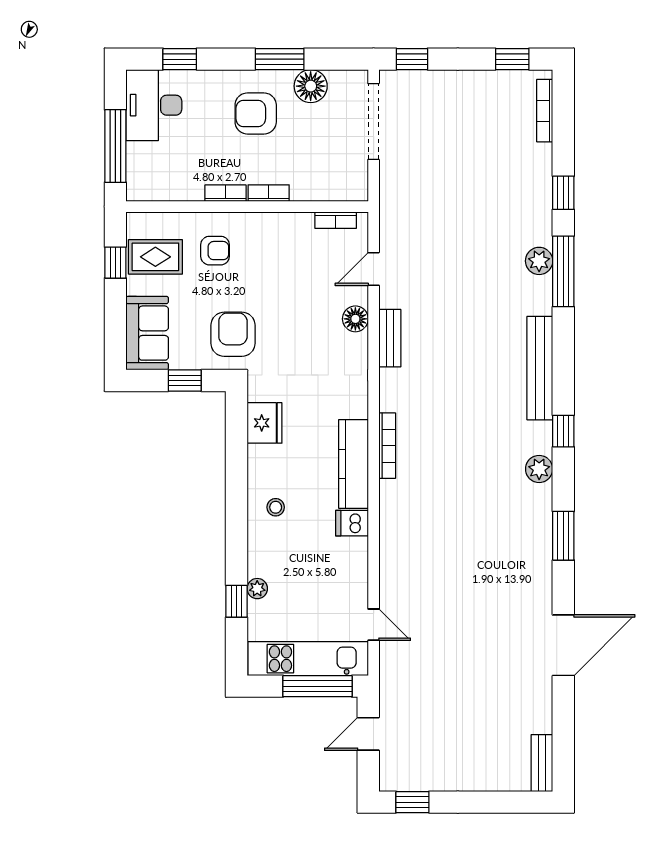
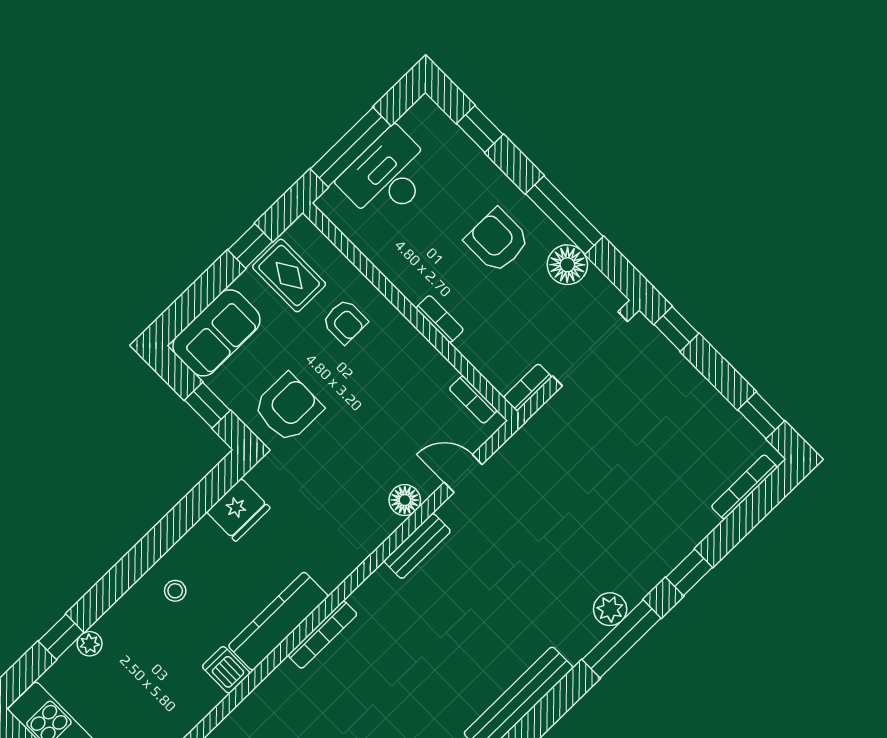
window: (280, 59) -> (564, 215), width x1.44
desk: (154, 105) -> (388, 176), moved
bookcase: (225, 193) -> (528, 387), moved, turned -90

